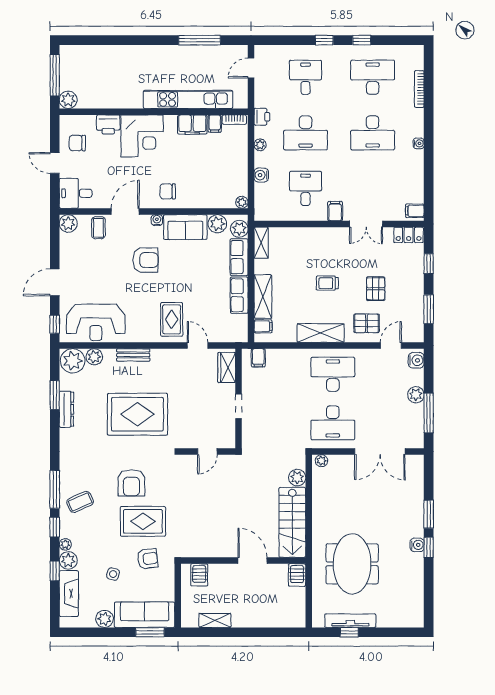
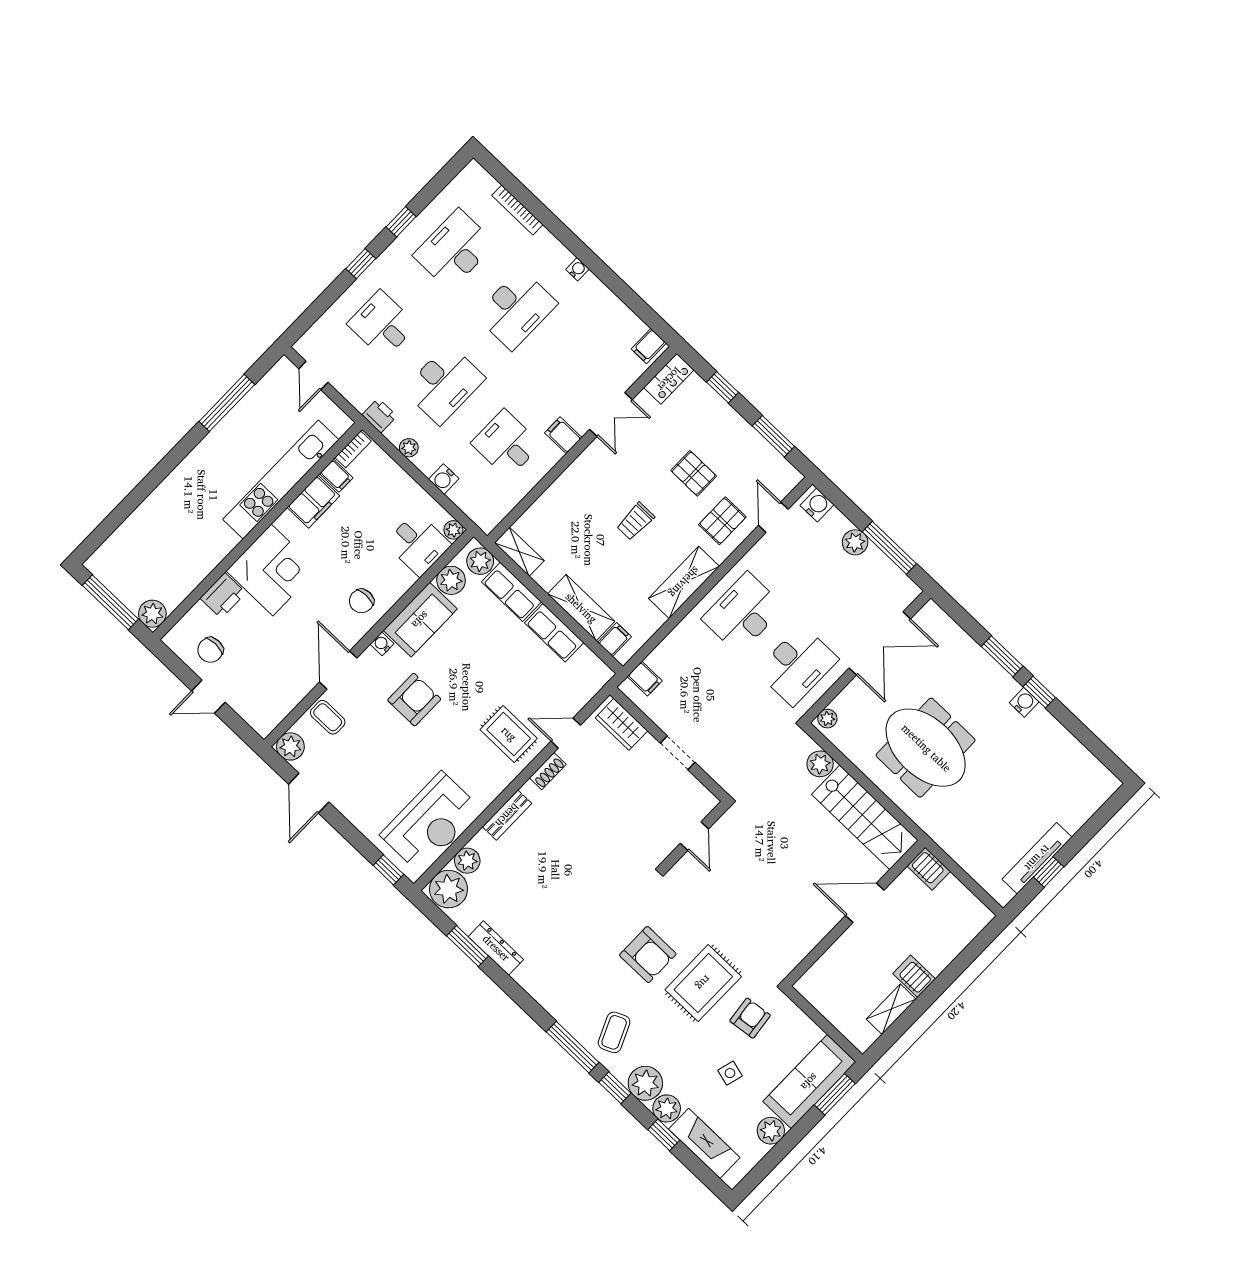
desk: (76, 193) -> (418, 544), moved, turned -90
door: (55, 282) -> (309, 793), moved
shoe rack: (172, 354) -> (548, 771), added
rug: (137, 414) -> (578, 874), removed
plant: (65, 544) -> (645, 1083), width x1.88, depth x1.88
meeting table: (352, 564) -> (926, 748), moved
server rack: (199, 575) -> (914, 976), moved, turned 180

